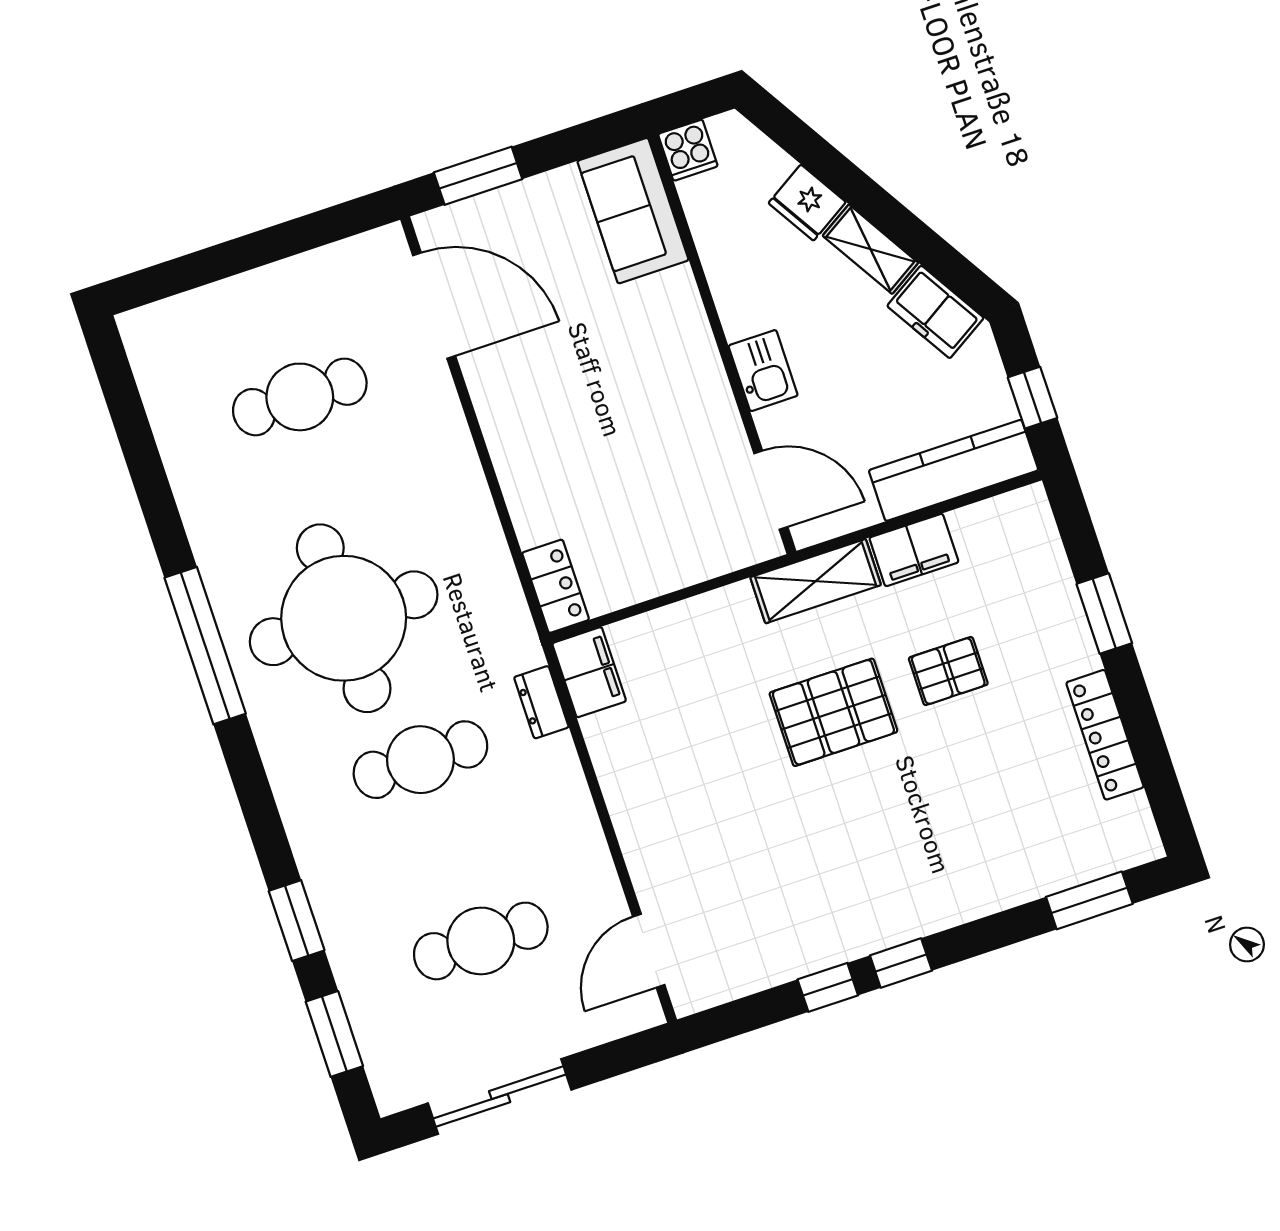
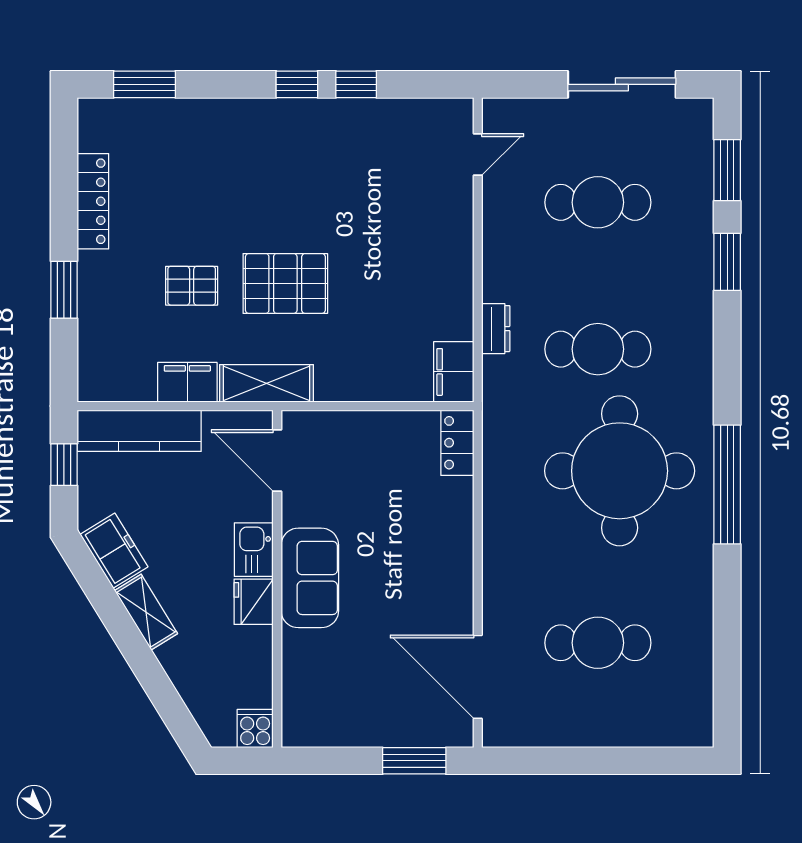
fridge: (807, 203) -> (254, 602), moved, turned -148
sofa: (633, 211) -> (310, 578), moved
dresser: (541, 702) -> (496, 329), moved
door: (649, 951) -> (478, 155), width x0.73

